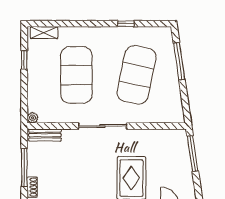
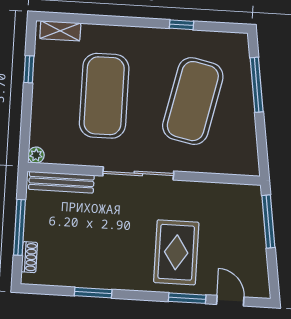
bench: (45, 135) -> (61, 182), width x1.36

